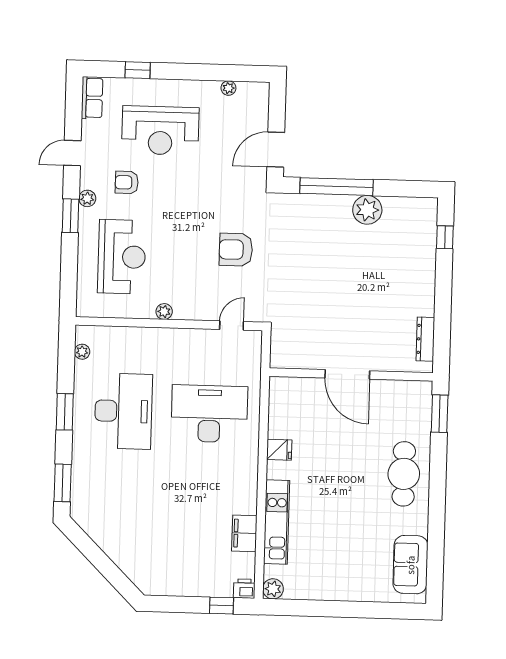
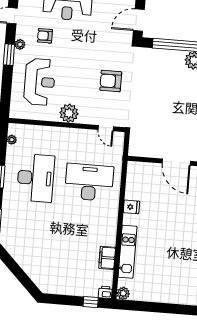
plant: (164, 312) -> (69, 113), width x1.88, depth x1.88
door: (232, 326) -> (106, 128), swing flipped

